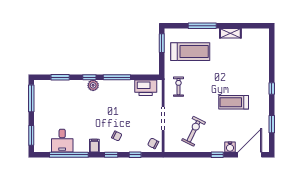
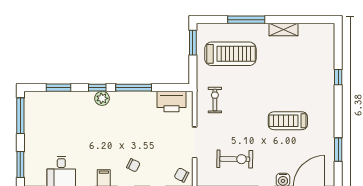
window: (272, 89) -> (338, 77), moved
exercise bike: (194, 131) -> (235, 159), turned 65

